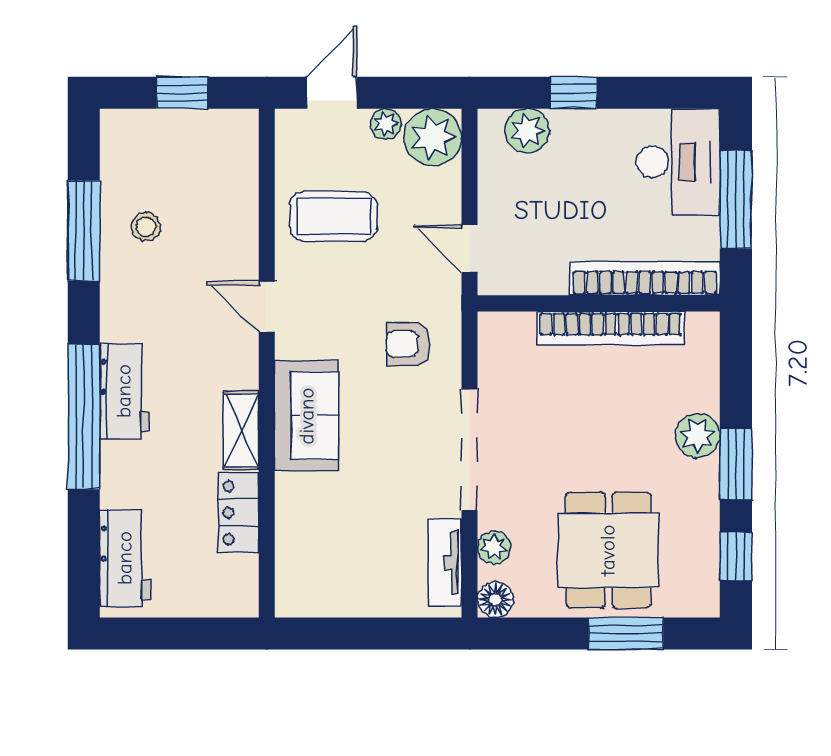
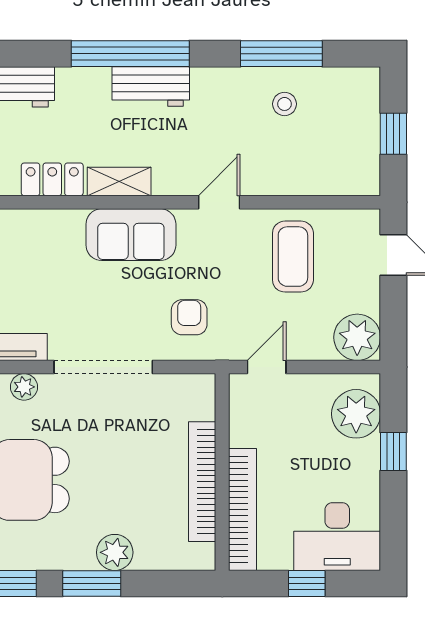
plant: (386, 124) -> (368, 299), removed
plant: (527, 131) -> (356, 414), width x1.36, depth x1.36
window: (736, 199) -> (307, 583), width x0.46

